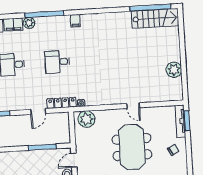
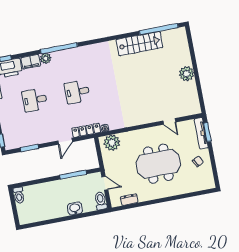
stairs: (155, 18) -> (139, 44), moved
filing cabinet: (75, 21) -> (89, 51), removed
plant: (174, 70) -> (187, 74), moved
door: (133, 106) -> (169, 121), moved
meeting table: (132, 147) -> (158, 164), turned 90
door: (74, 160) -> (105, 183), swing flipped

